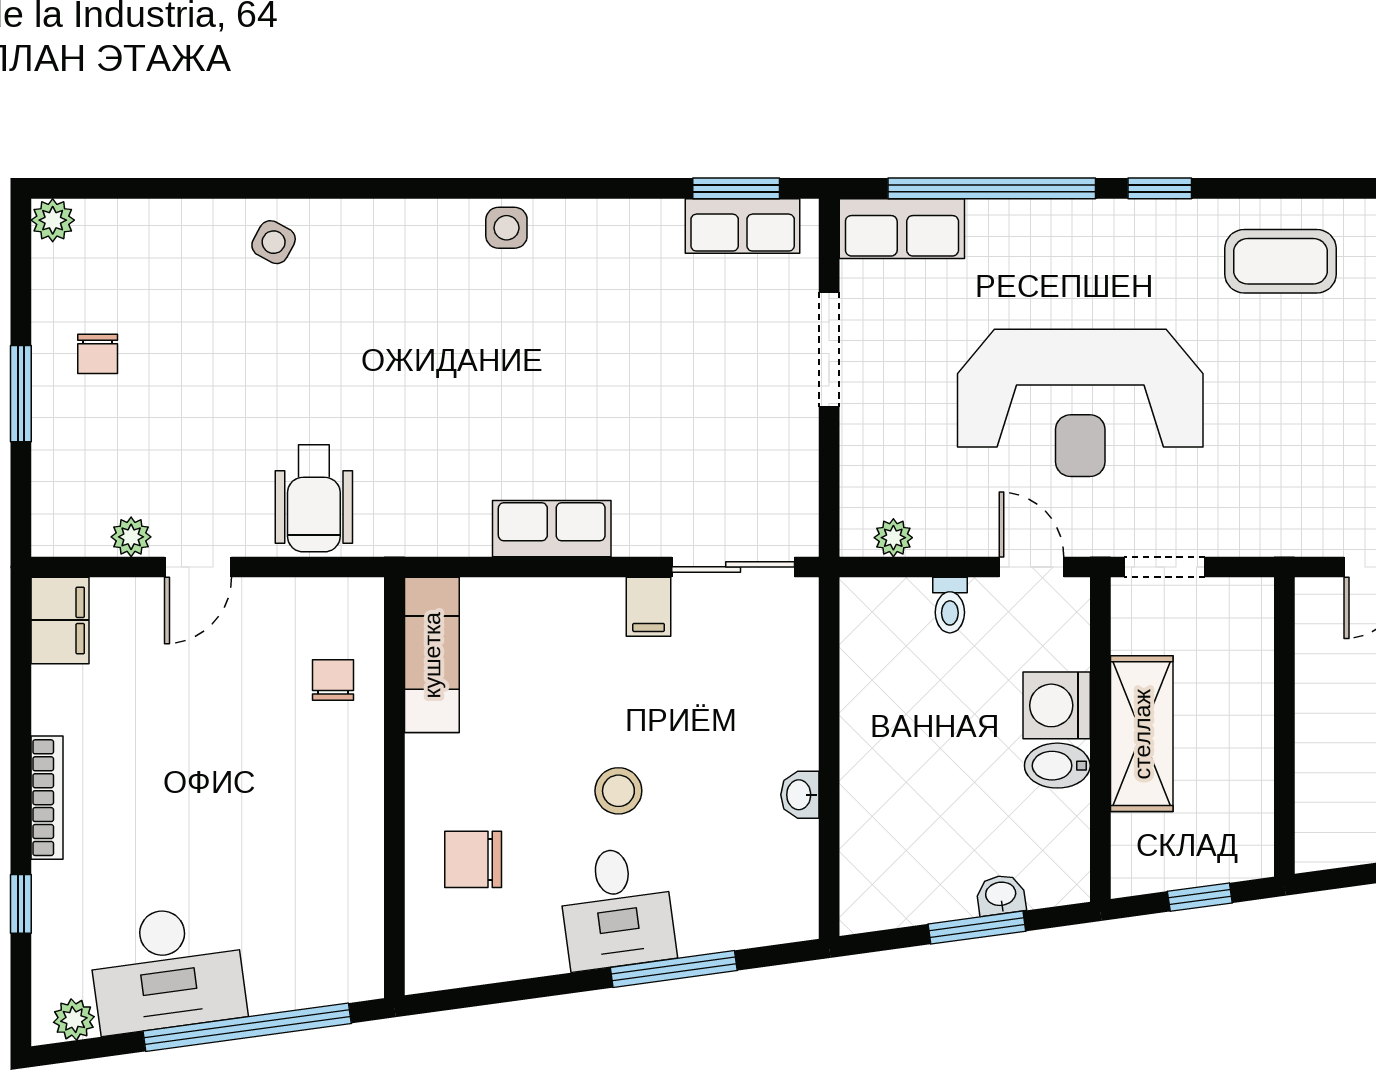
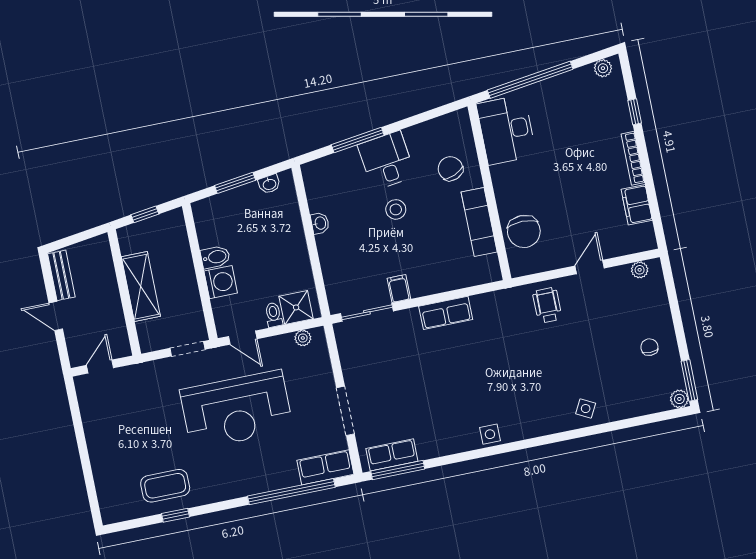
window: (736, 188) -> (398, 470), width x1.44
window: (1160, 188) -> (175, 515), moved
window: (21, 394) -> (689, 380), moved
reception desk: (1080, 403) -> (236, 410), turned 180
wheelchair: (314, 498) -> (547, 305), width x0.73, depth x0.73
plant: (131, 537) -> (640, 270), moved
shower: (894, 611) -> (296, 307), added
filing cabinet: (60, 620) -> (637, 205), moved
exam couch: (432, 655) -> (479, 222), moved
chair: (333, 680) -> (524, 231), width x1.87, depth x1.87
shelving: (1142, 734) -> (141, 287), moved
chair: (473, 859) -> (450, 169), turned -113
washbasin: (1001, 895) -> (269, 184), moved
desk: (167, 969) -> (506, 130), moved, turned -82

